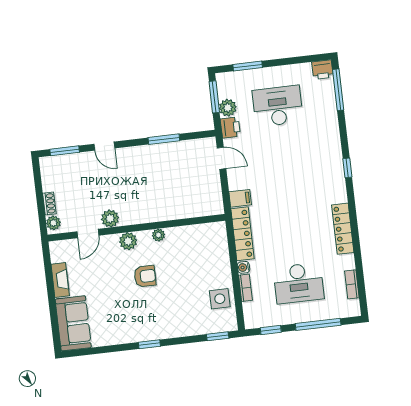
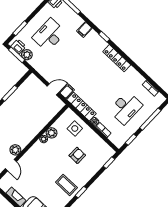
printer: (230, 128) -> (18, 46), moved
filing cabinet: (329, 137) -> (84, 30), added
door: (221, 158) -> (53, 89), moved
locker: (343, 229) -> (117, 58), moved
plant: (128, 241) -> (52, 133), moved
armchair: (145, 276) -> (77, 155), moved
side table: (220, 299) -> (75, 128), moved
coffee table: (138, 319) -> (66, 185), added

